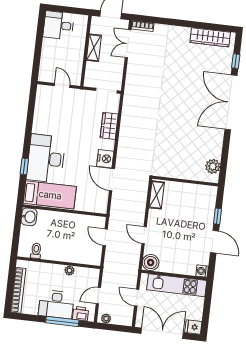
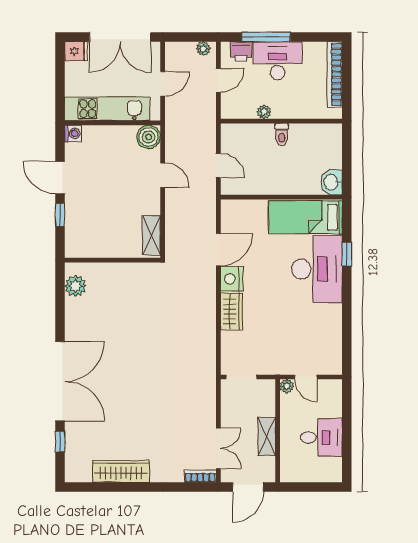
desk: (59, 25) -> (321, 437), moved
wardrobe: (210, 37) -> (121, 471), moved
plant: (76, 81) -> (287, 386), added
wardrobe: (109, 126) -> (231, 311), moved
door: (112, 180) -> (218, 250), hinge flipped
toilet: (36, 251) -> (282, 134), moved
door: (137, 298) -> (163, 84), hinge flipped

